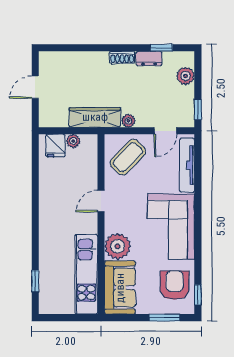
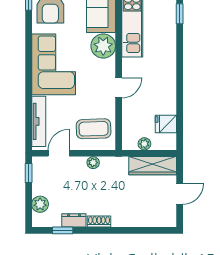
wardrobe: (95, 117) -> (153, 166), moved
fridge: (56, 146) -> (166, 124), moved, turned -90
coffee table: (128, 157) -> (94, 129), turned 44

